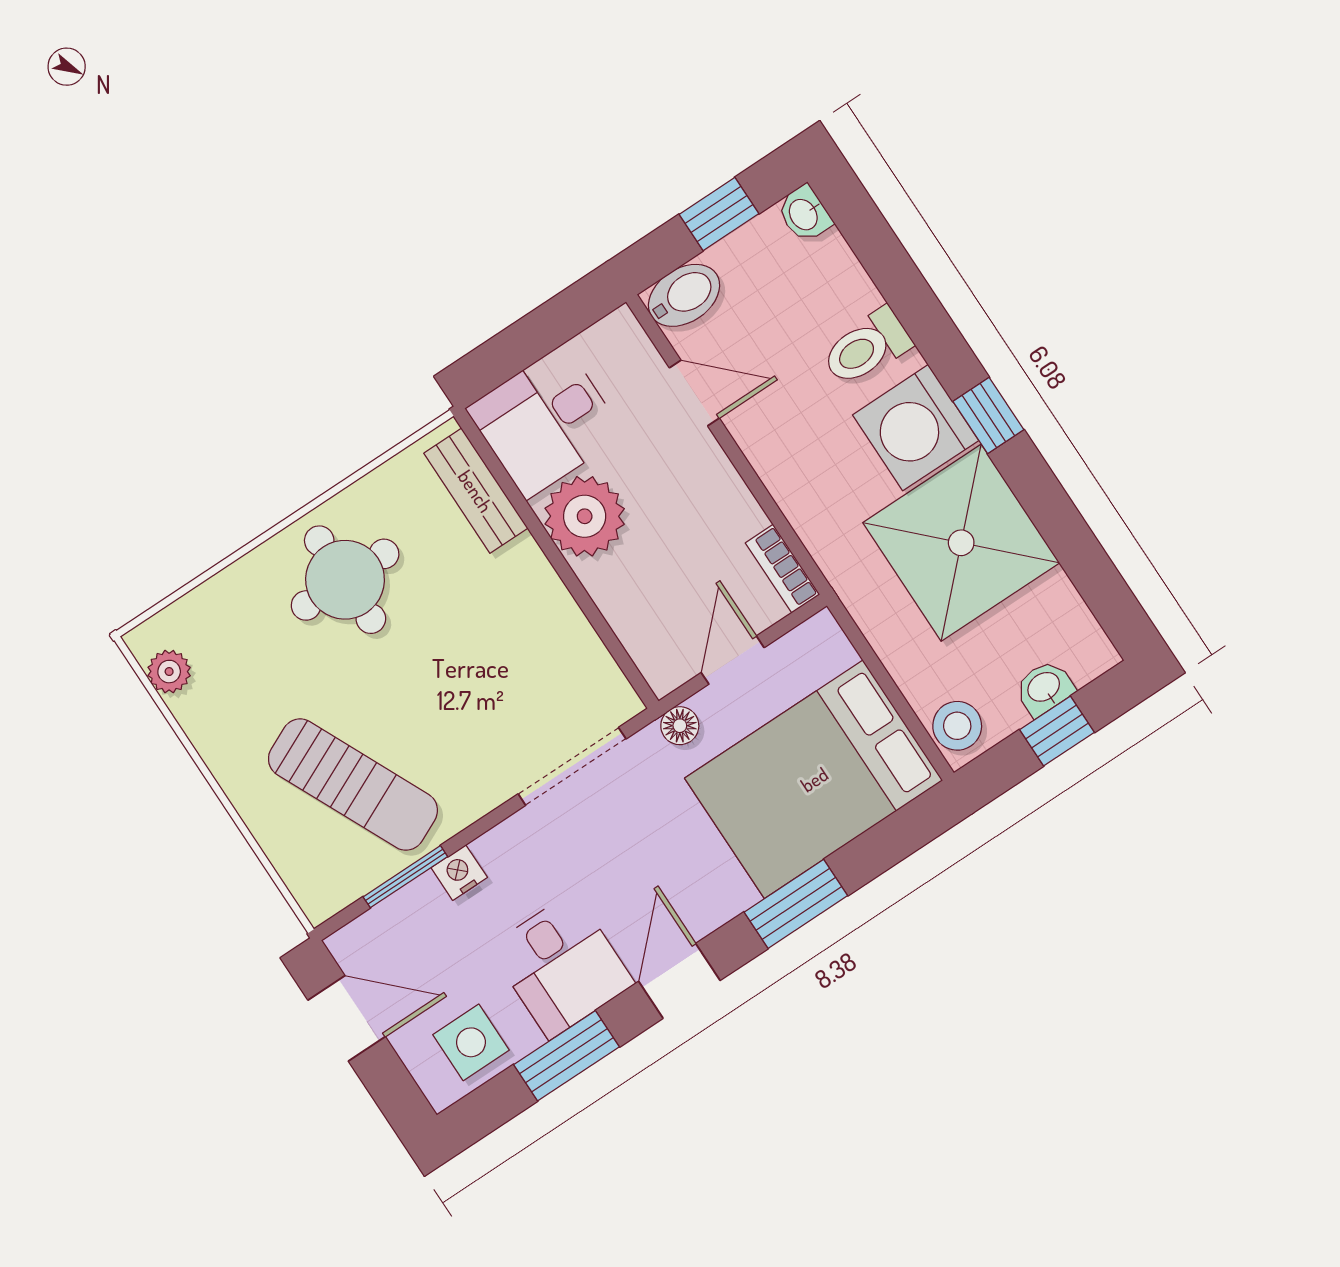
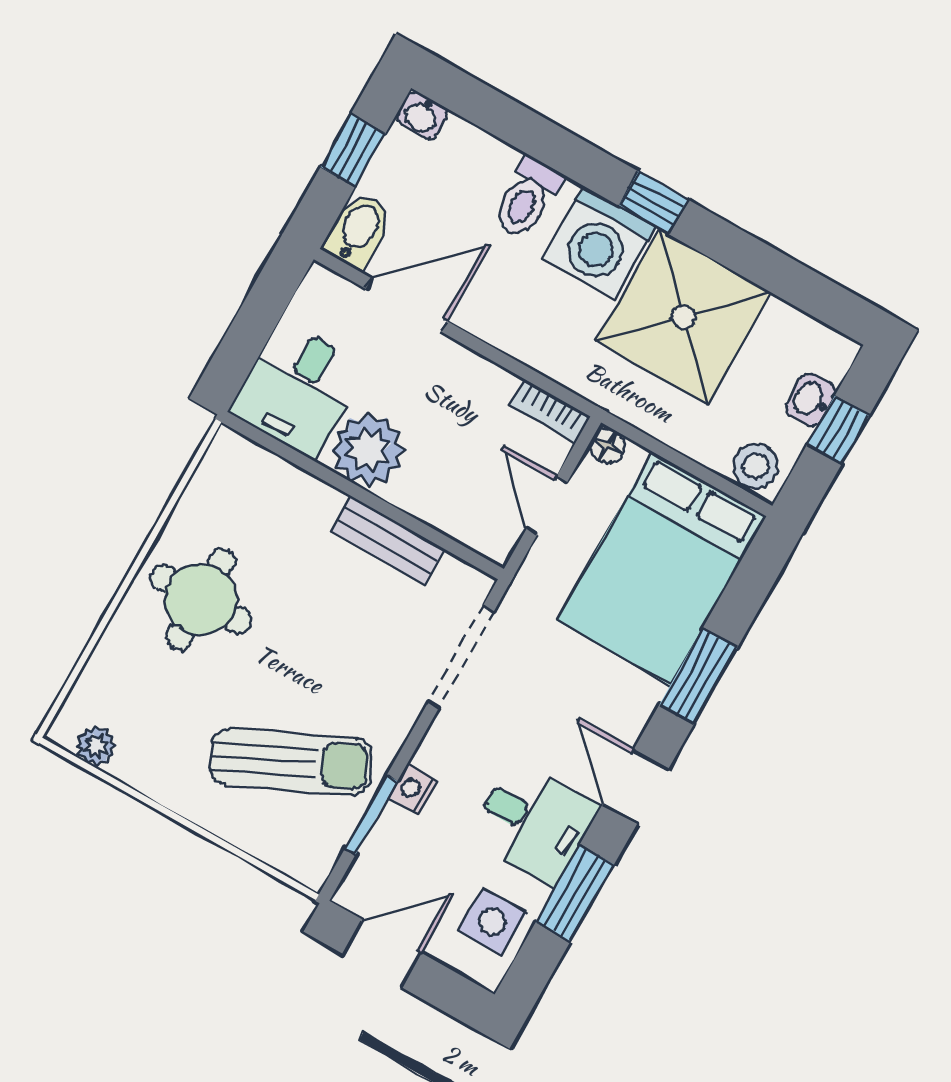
door: (694, 393) -> (406, 305), width x1.38
bench: (476, 491) -> (388, 541), moved
floor lamp: (680, 726) -> (607, 446), moved

